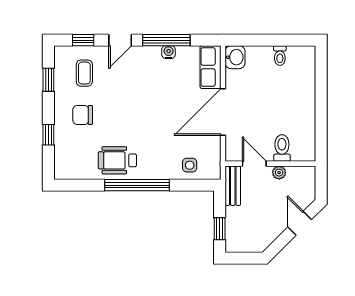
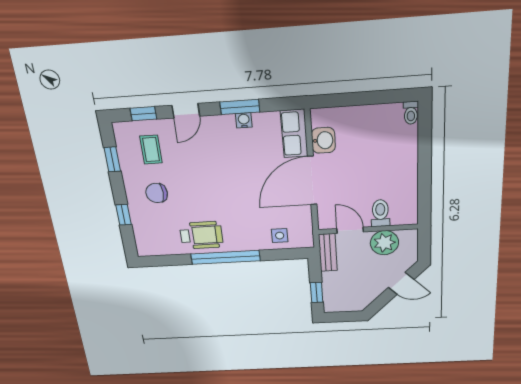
window: (166, 40) -> (240, 107), width x0.69
toilet: (280, 56) -> (411, 113), moved
washbasin: (235, 57) -> (323, 140), moved
wheelchair: (117, 160) -> (201, 235), turned 180
plant: (279, 173) -> (384, 243), width x1.87, depth x1.87
door: (300, 223) -> (401, 283), swing flipped

